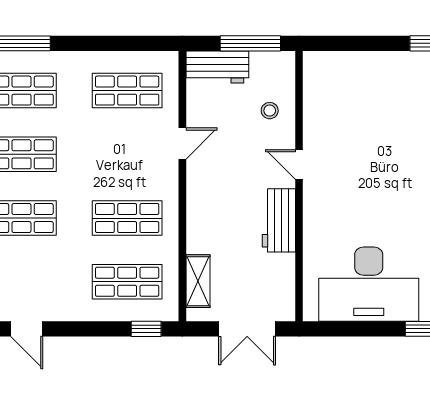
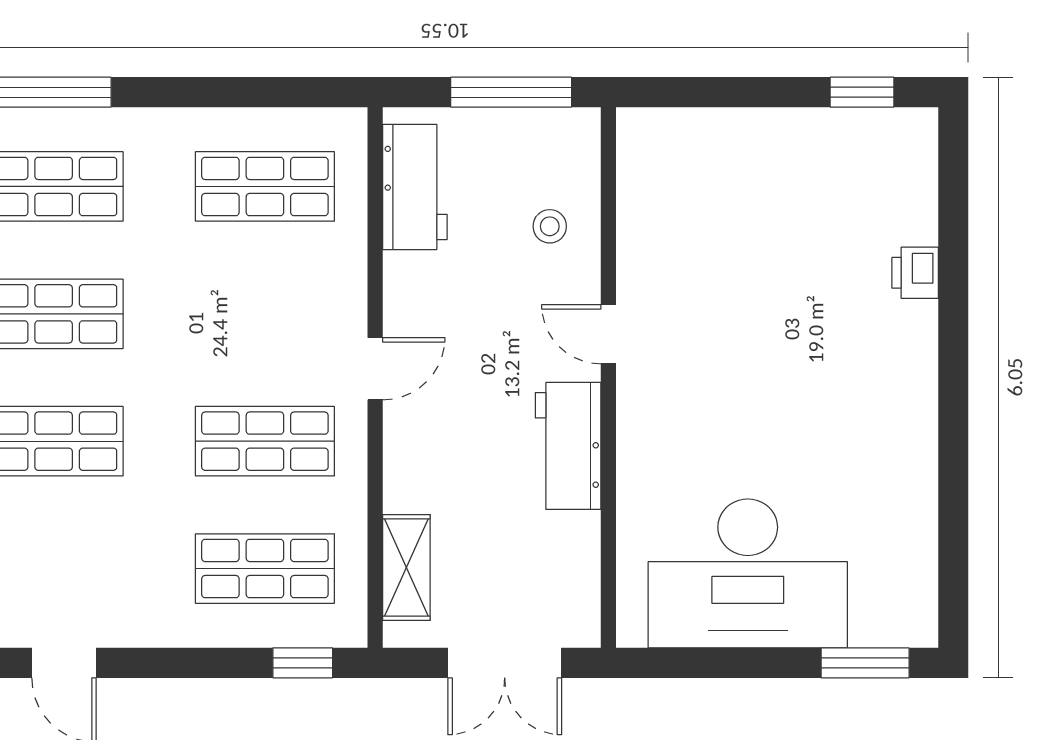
workbench: (217, 67) -> (415, 187), moved, turned -90
door: (182, 143) -> (375, 369), moved

